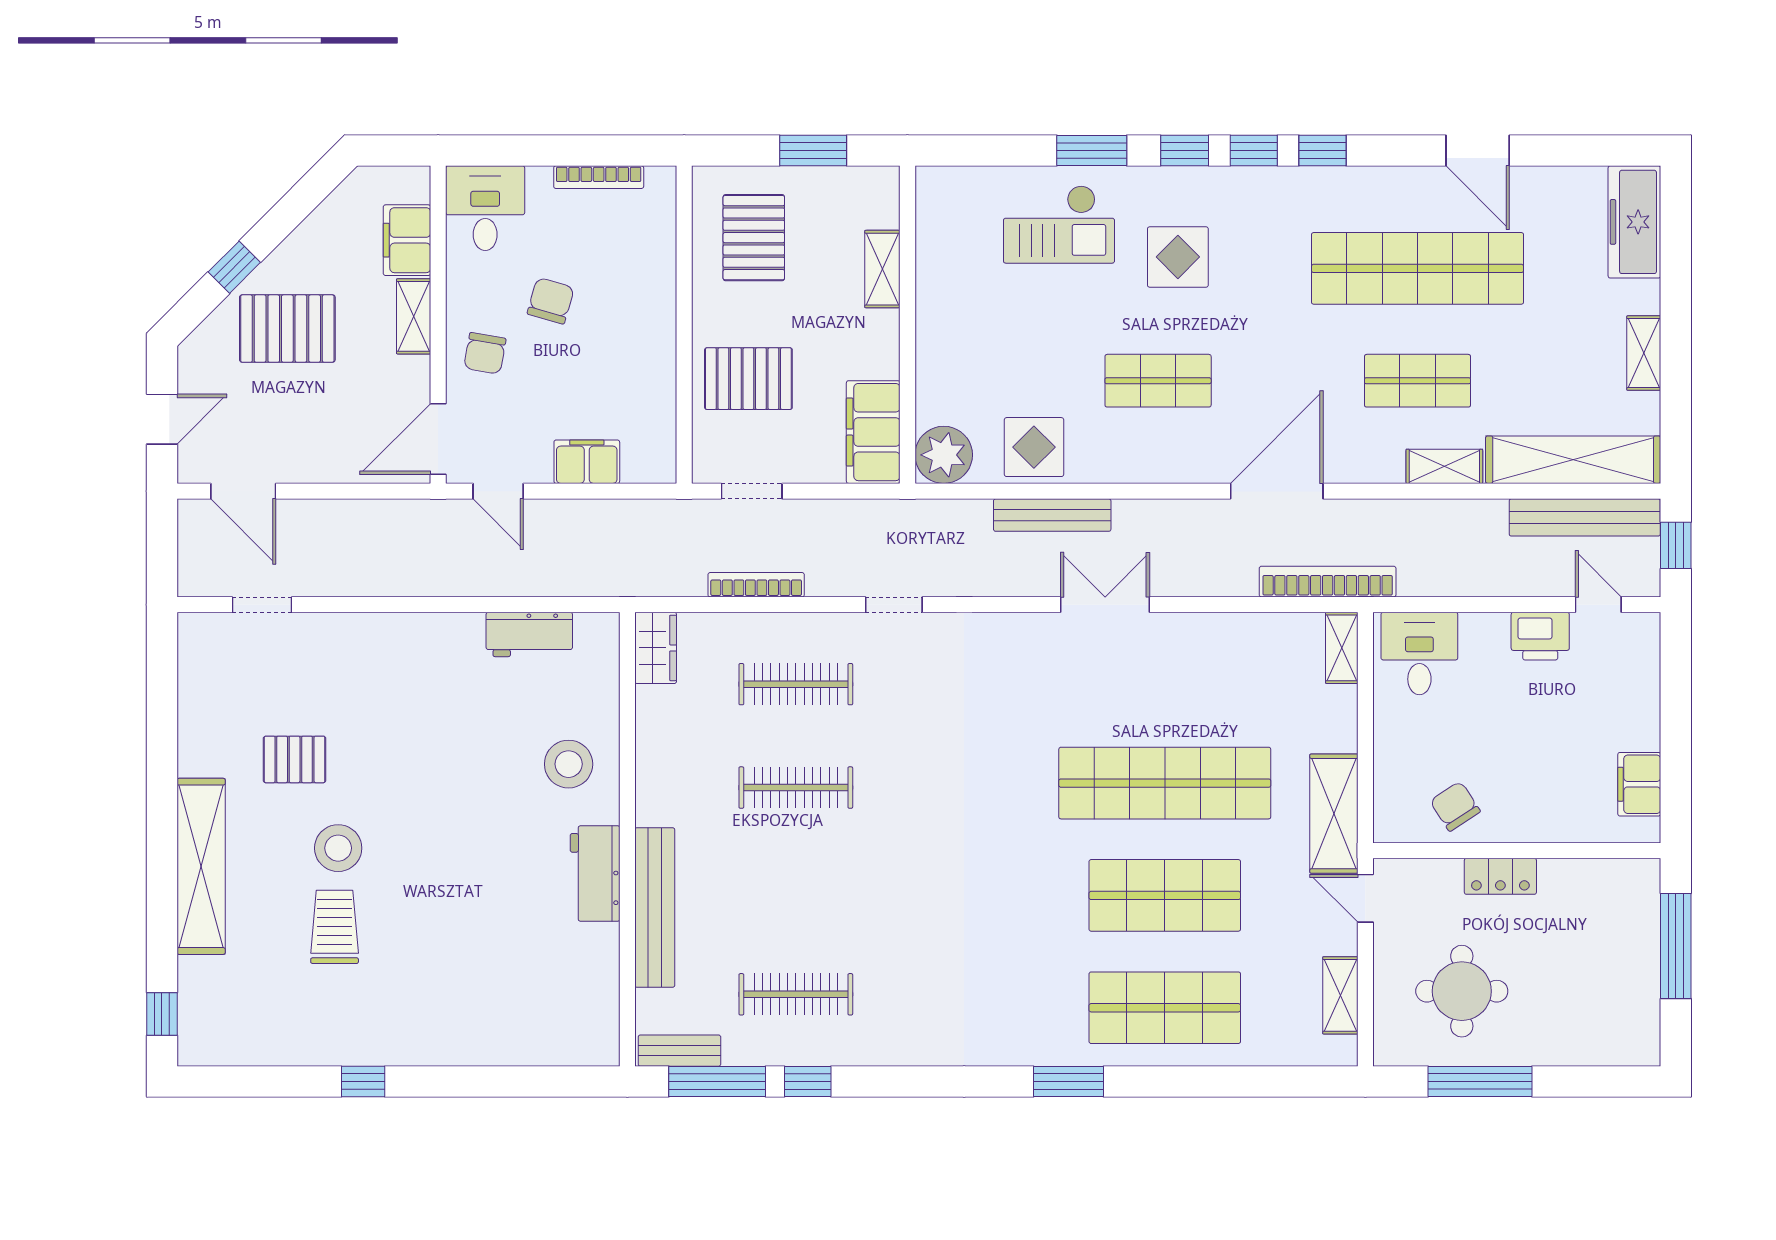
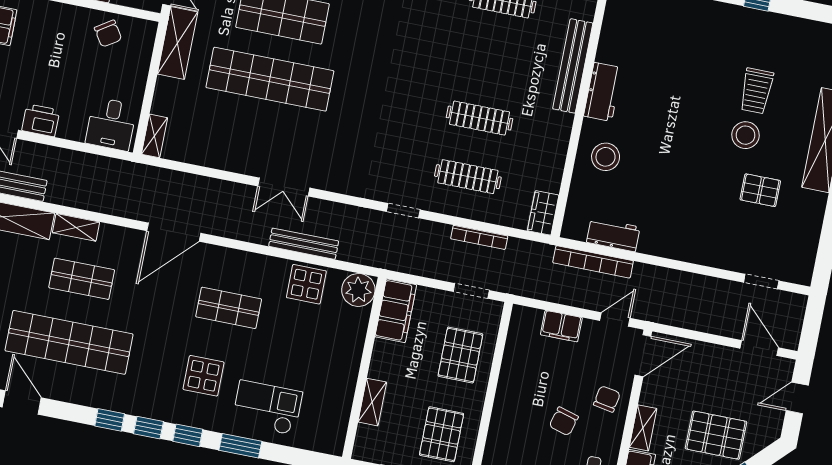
pallet: (748, 379) -> (460, 355), turned 90
door: (498, 491) -> (615, 319), hinge flipped
bookcase: (1328, 582) -> (593, 262), moved

